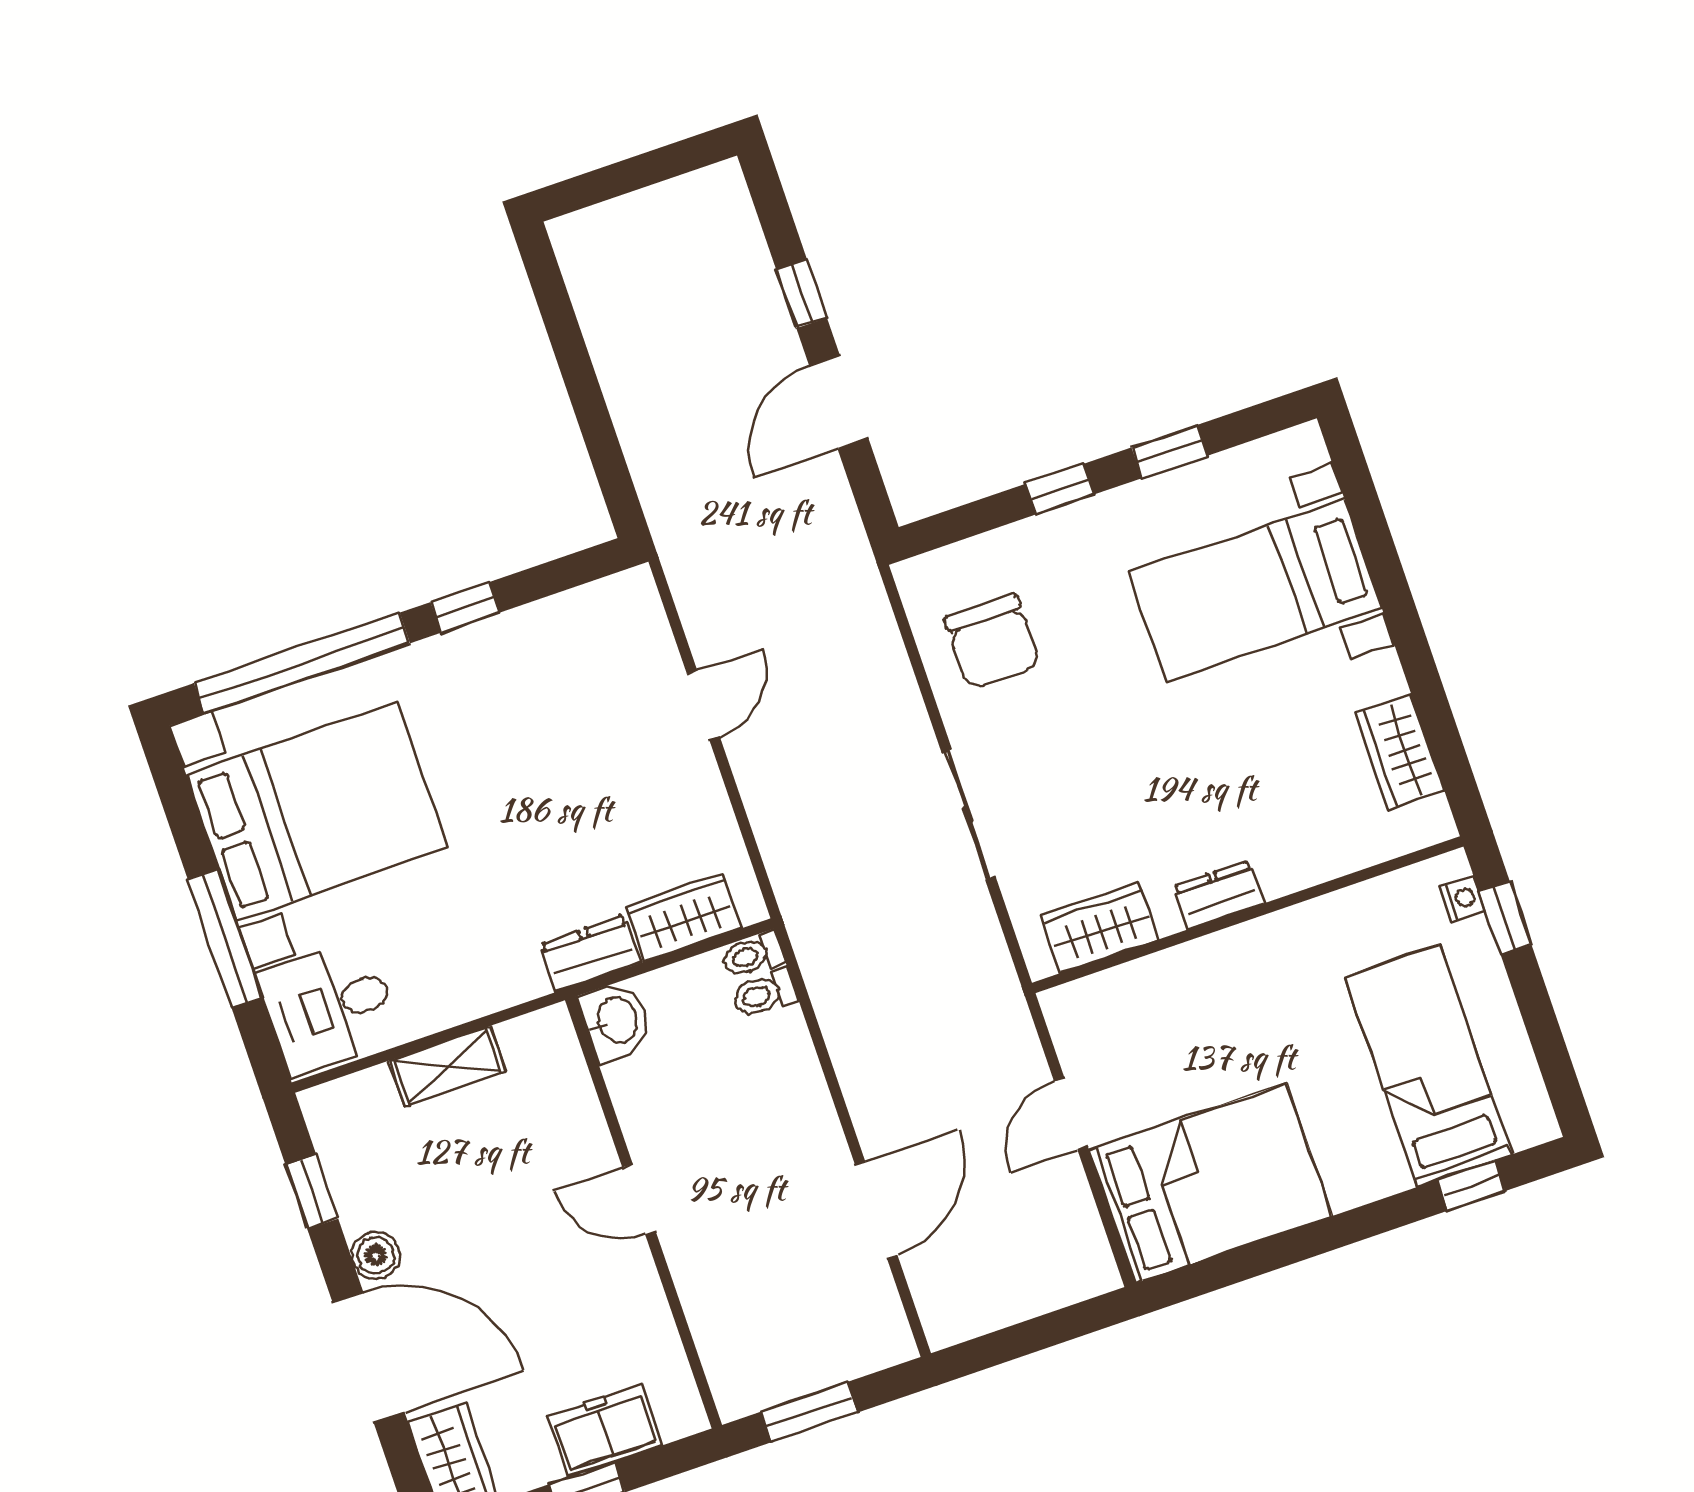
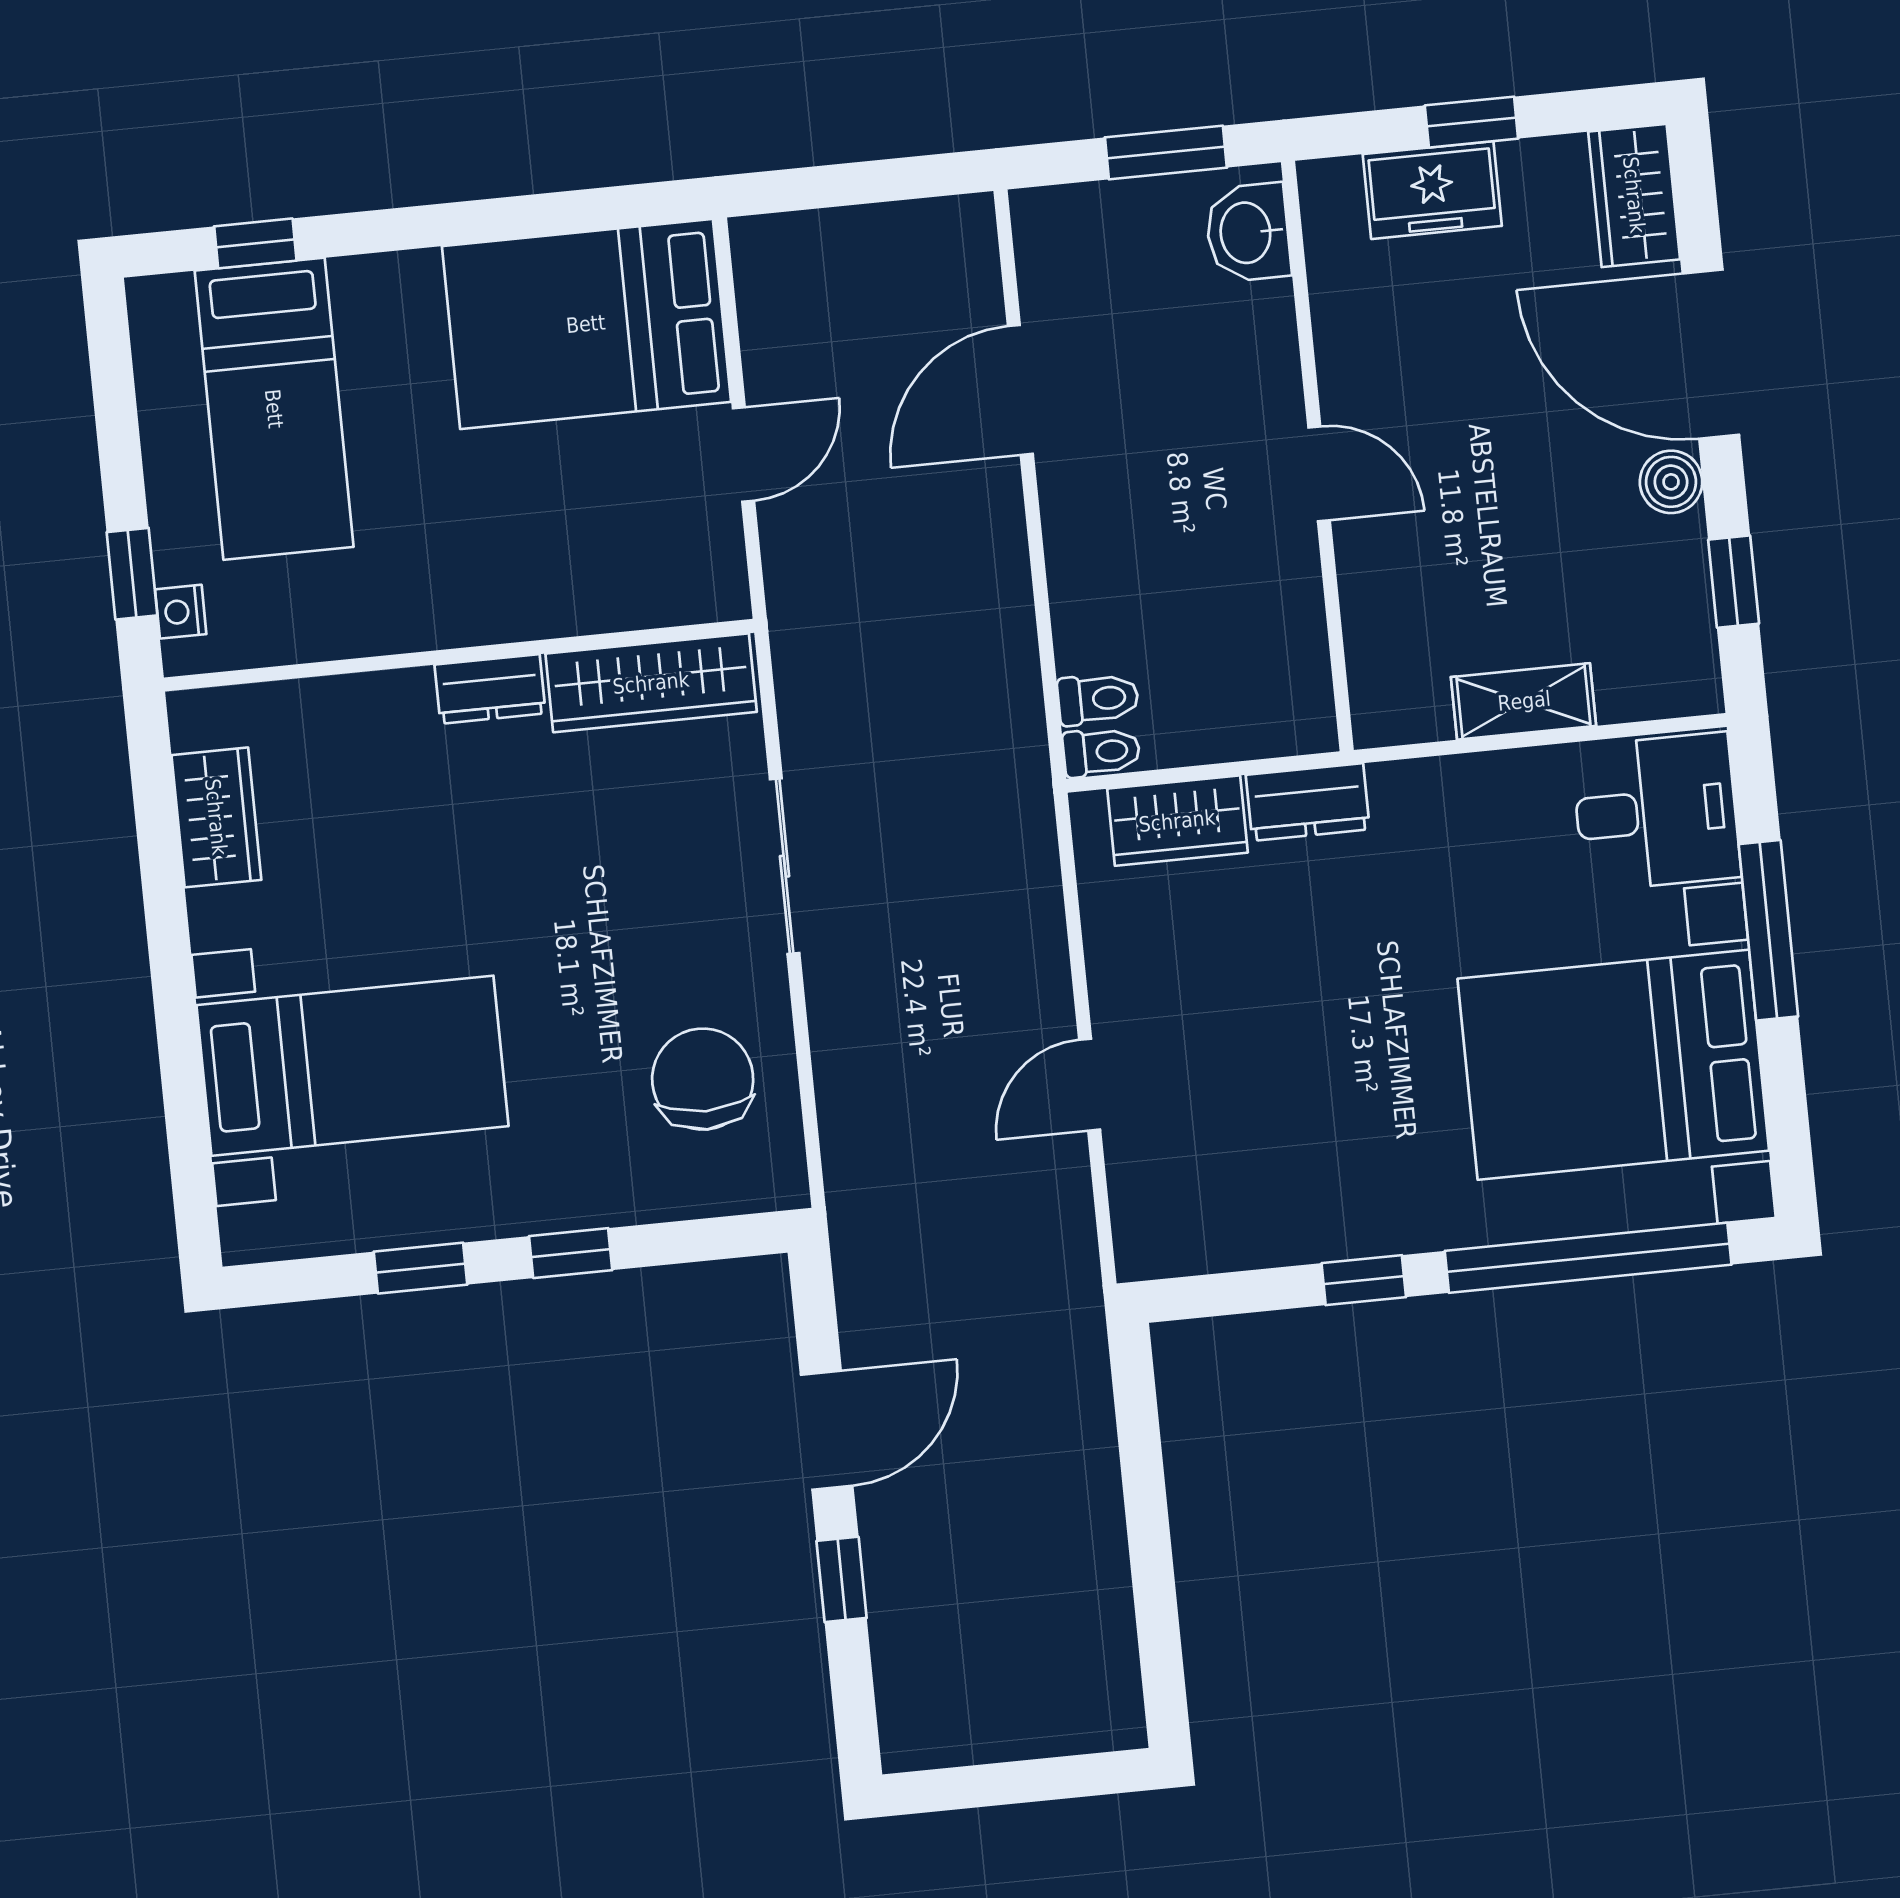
wardrobe: (1100, 928) -> (651, 683), width x1.50
washbasin: (616, 1021) -> (1248, 233), moved

